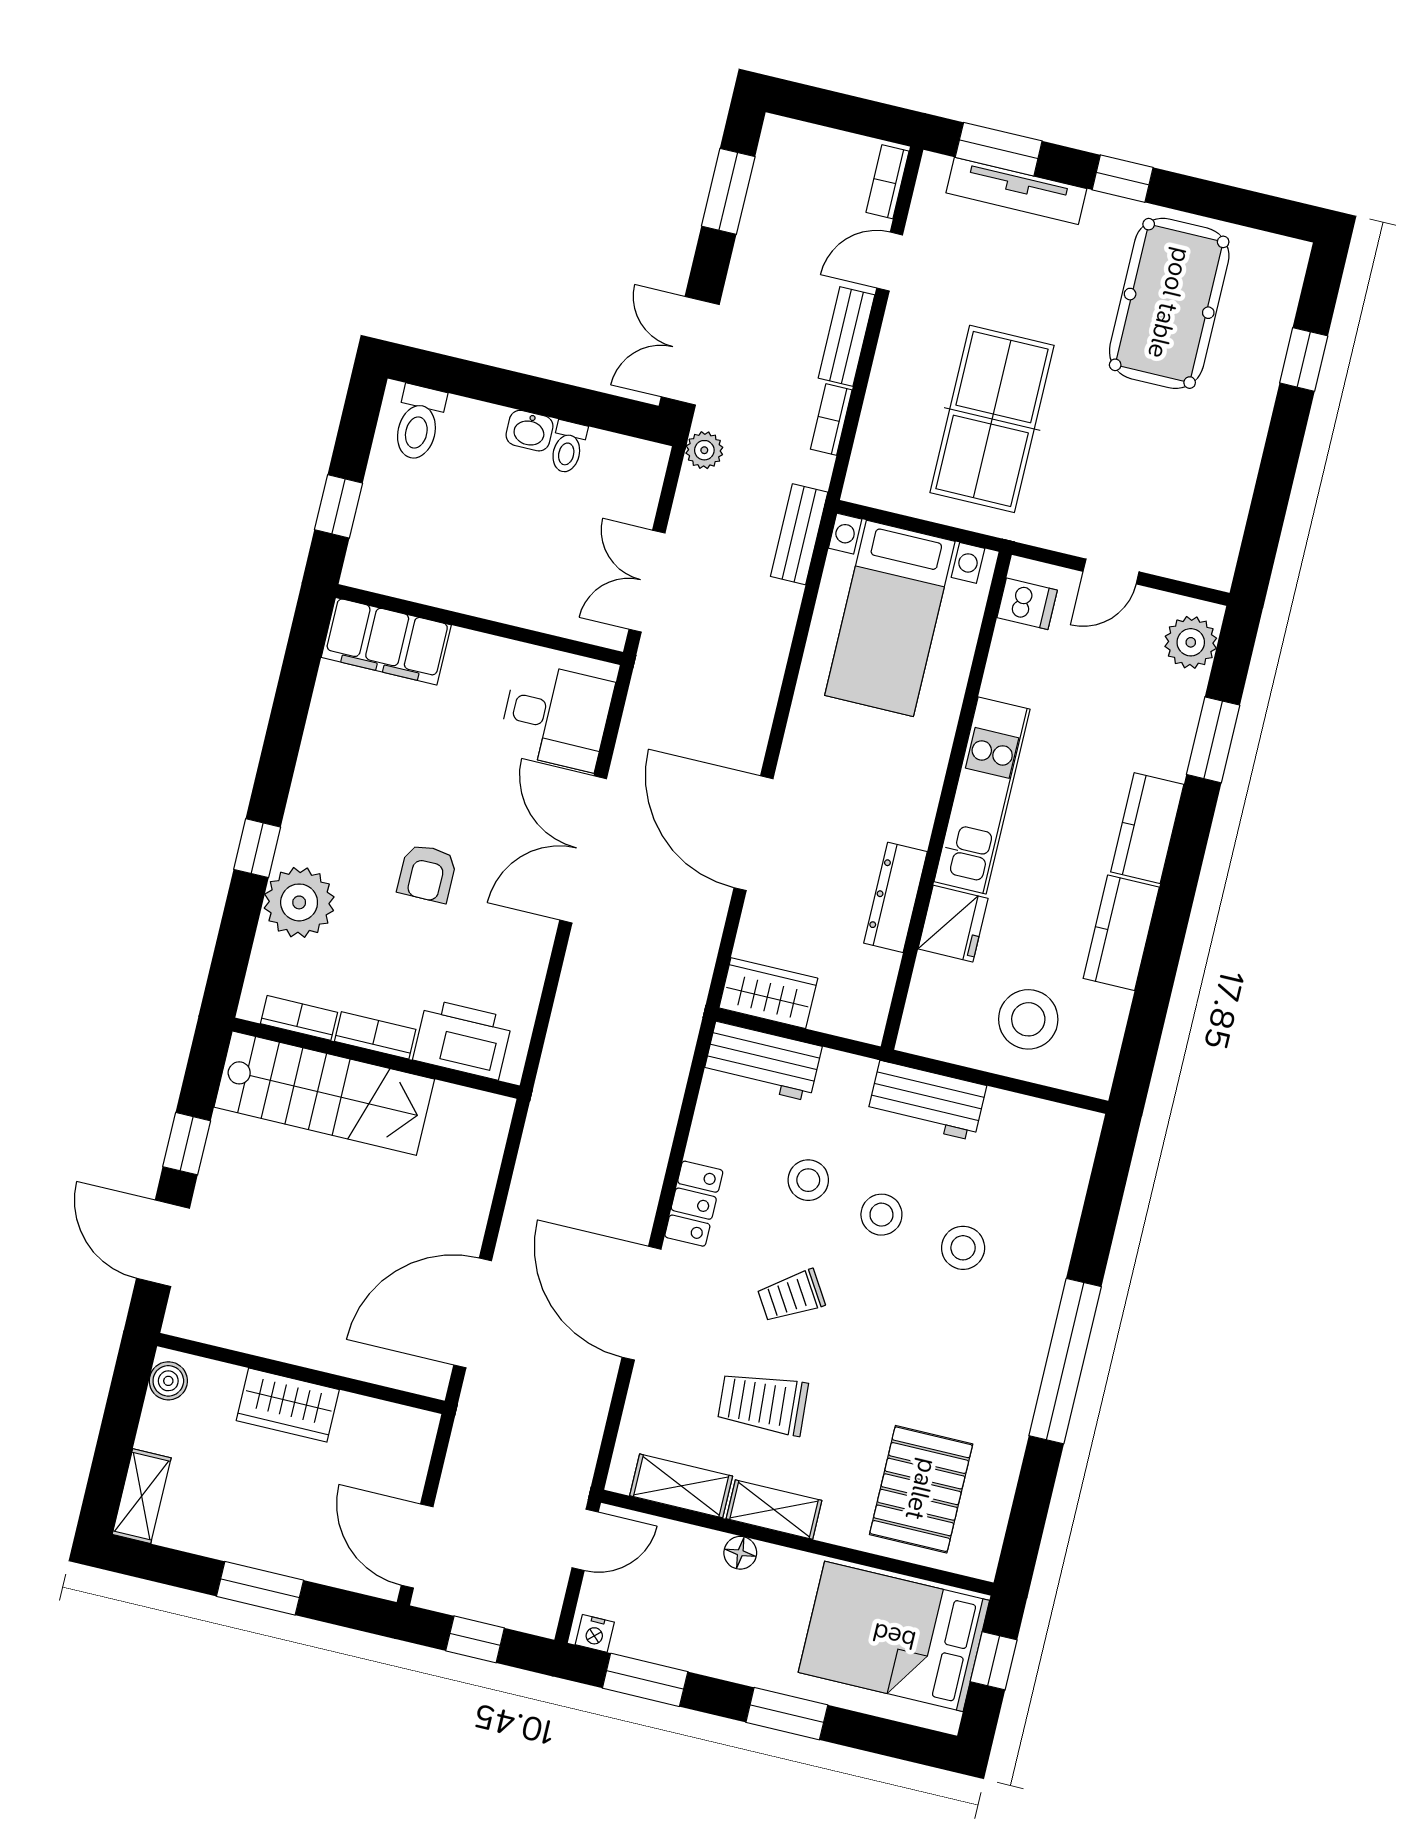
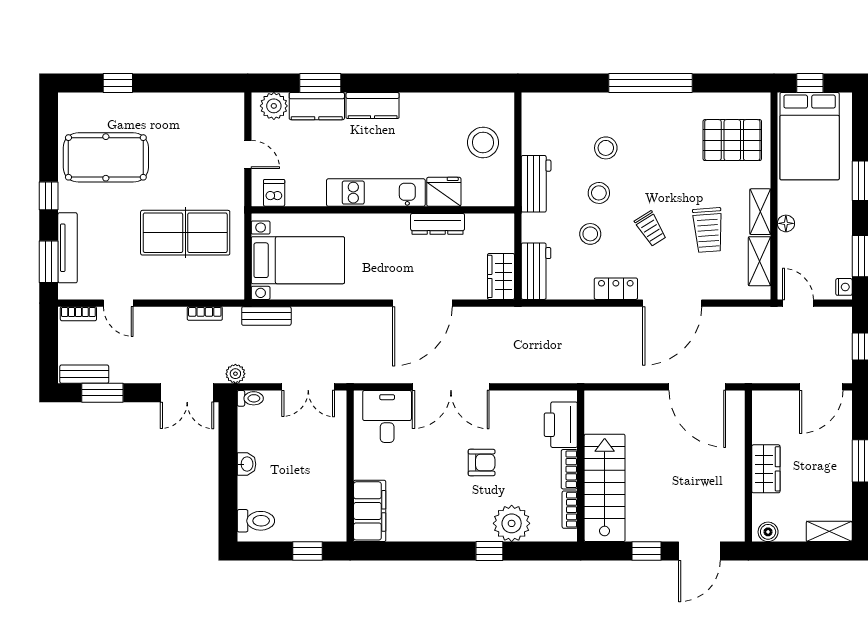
bench: (846, 337) -> (84, 374), moved
toilet: (568, 447) -> (250, 398), moved
kitchen counter: (1121, 933) -> (317, 106), moved

